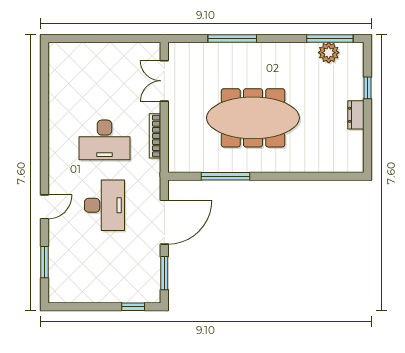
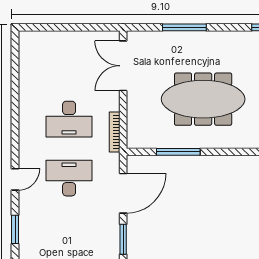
double door: (164, 81) -> (123, 66), width x1.37
bookcase: (155, 136) -> (115, 132), moved
desk: (104, 205) -> (69, 178), turned -90

